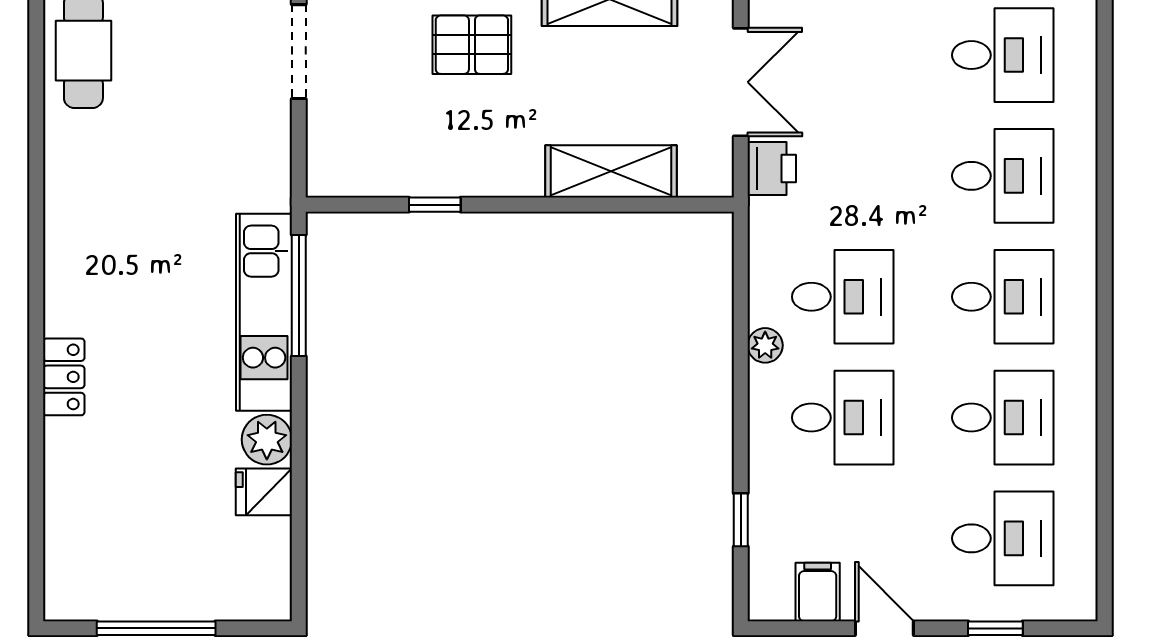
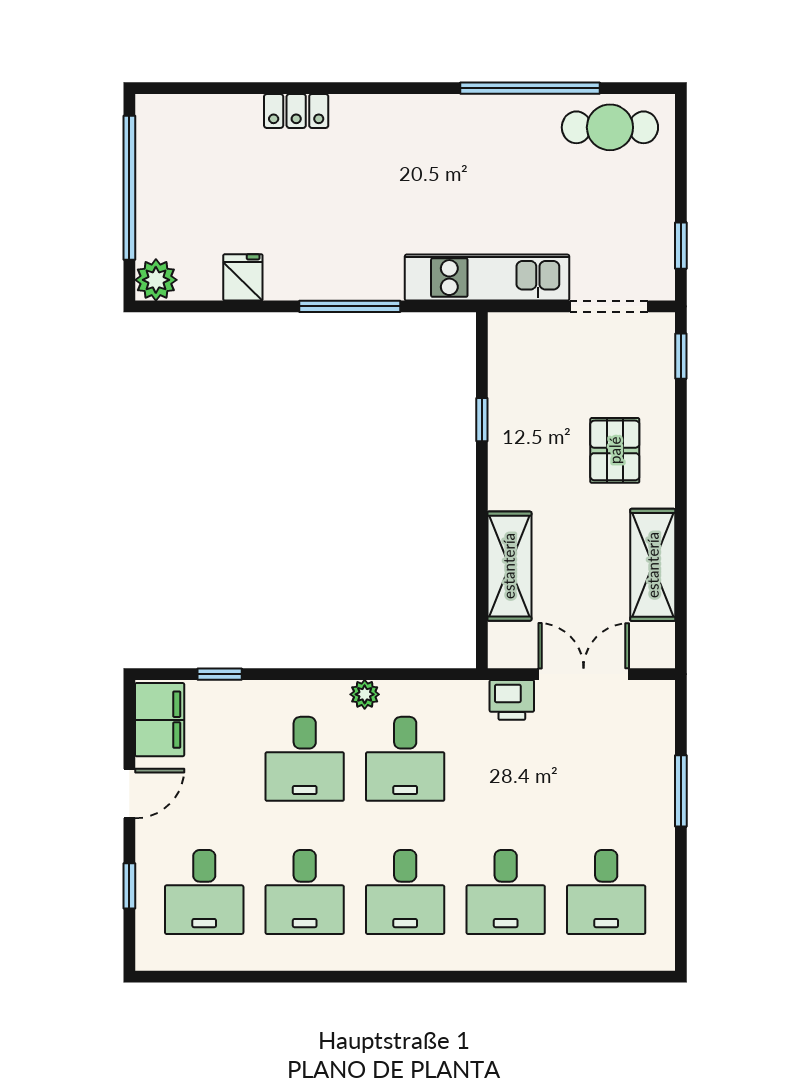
double door: (741, 82) -> (584, 674), swing flipped
window: (36, 147) -> (530, 88), added
window: (299, 295) -> (350, 306), moved
kitchen unit: (264, 312) -> (487, 278), moved
locker: (64, 377) -> (296, 111), moved
plant: (267, 440) -> (156, 280), moved
filing cabinet: (818, 592) -> (160, 720), width x2.00
window: (156, 628) -> (129, 188), width x1.46

